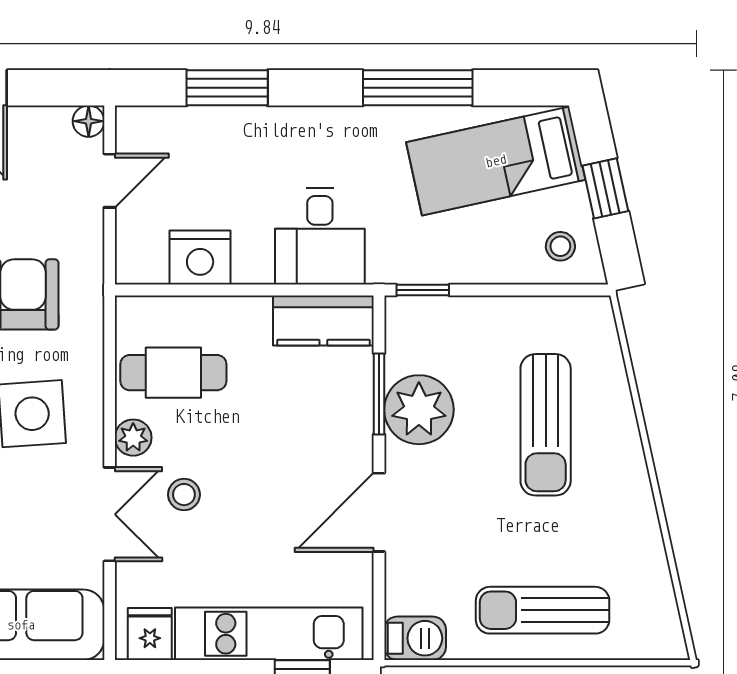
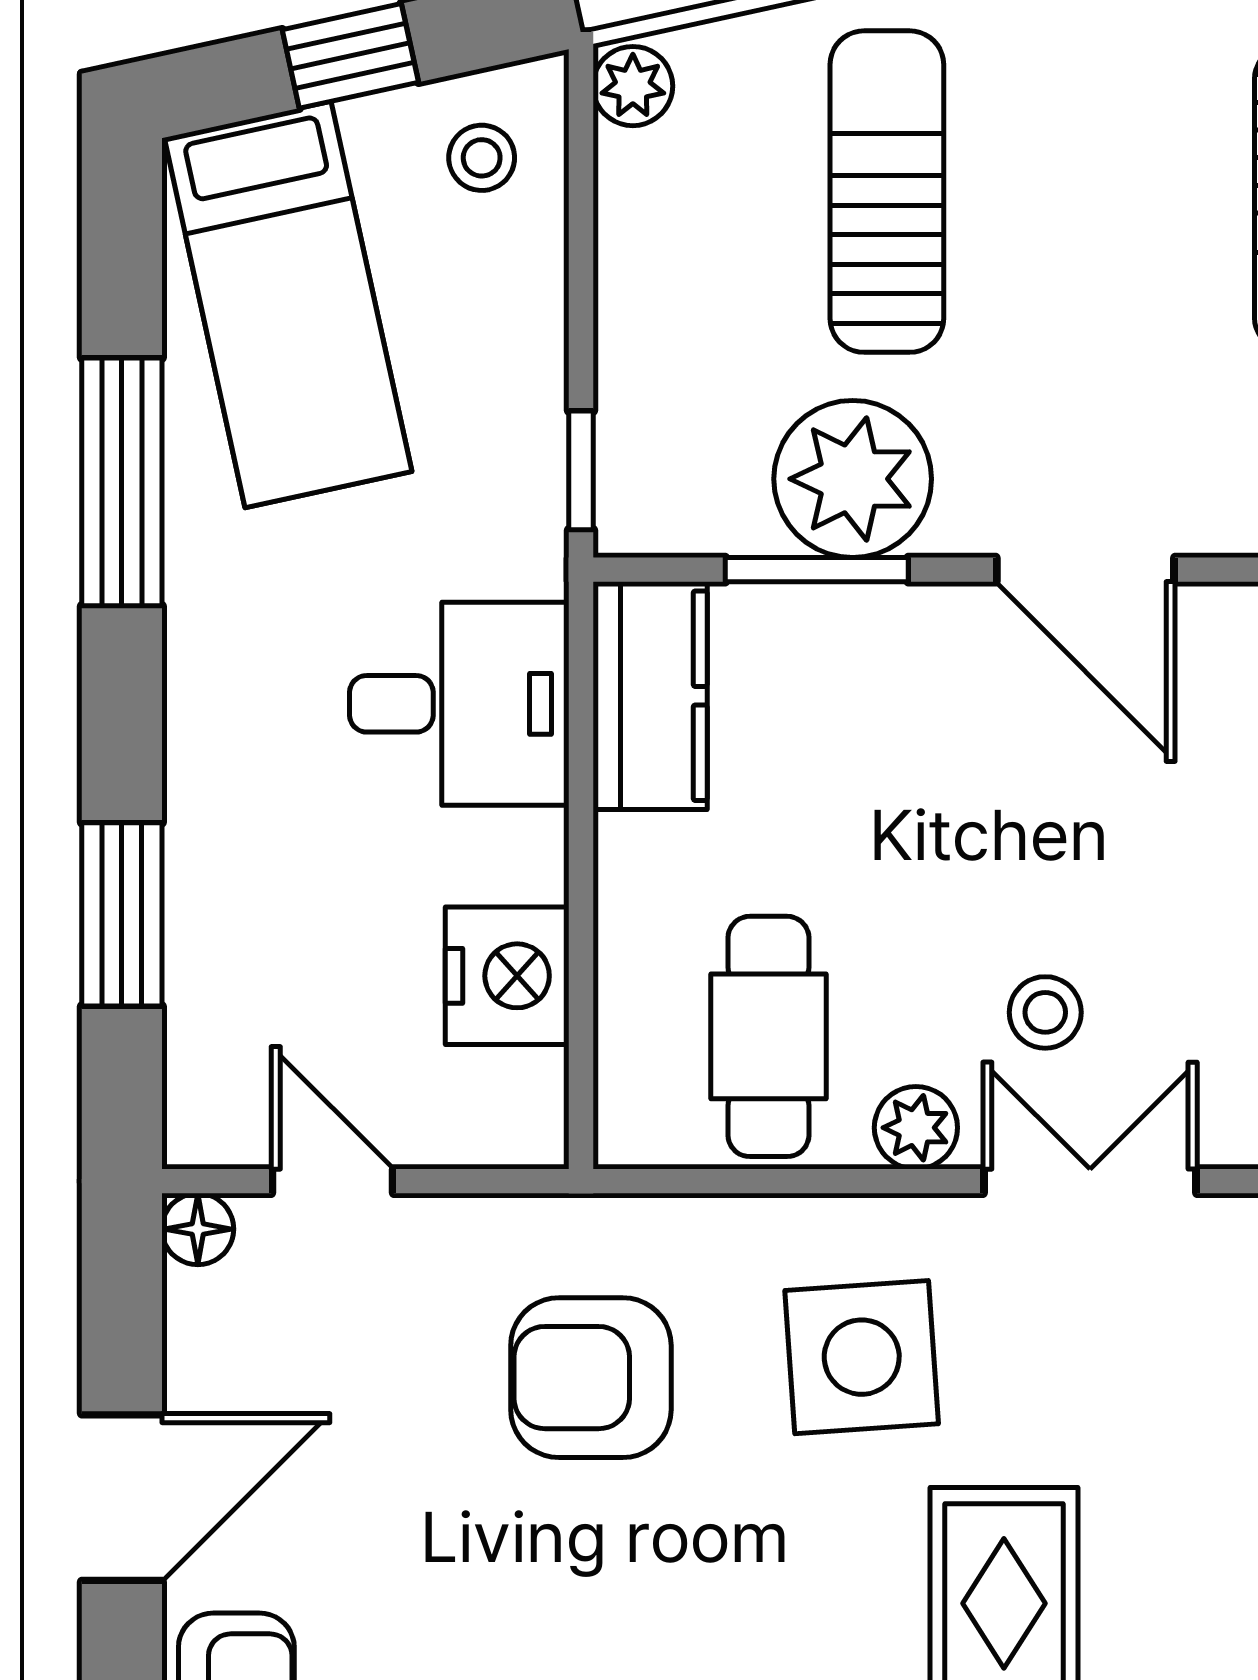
plant: (592, 313) -> (633, 86), added
sun lounger: (546, 425) -> (887, 192), turned -90

